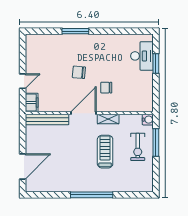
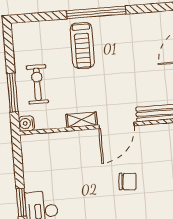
chair: (106, 88) -> (88, 163), removed
treadmill: (105, 152) -> (82, 46), moved

